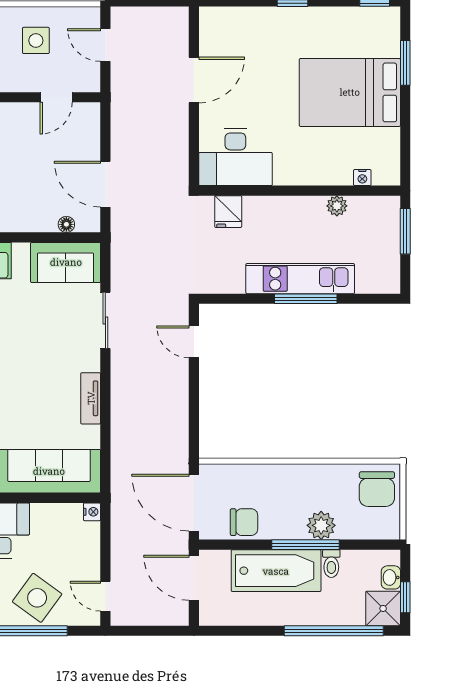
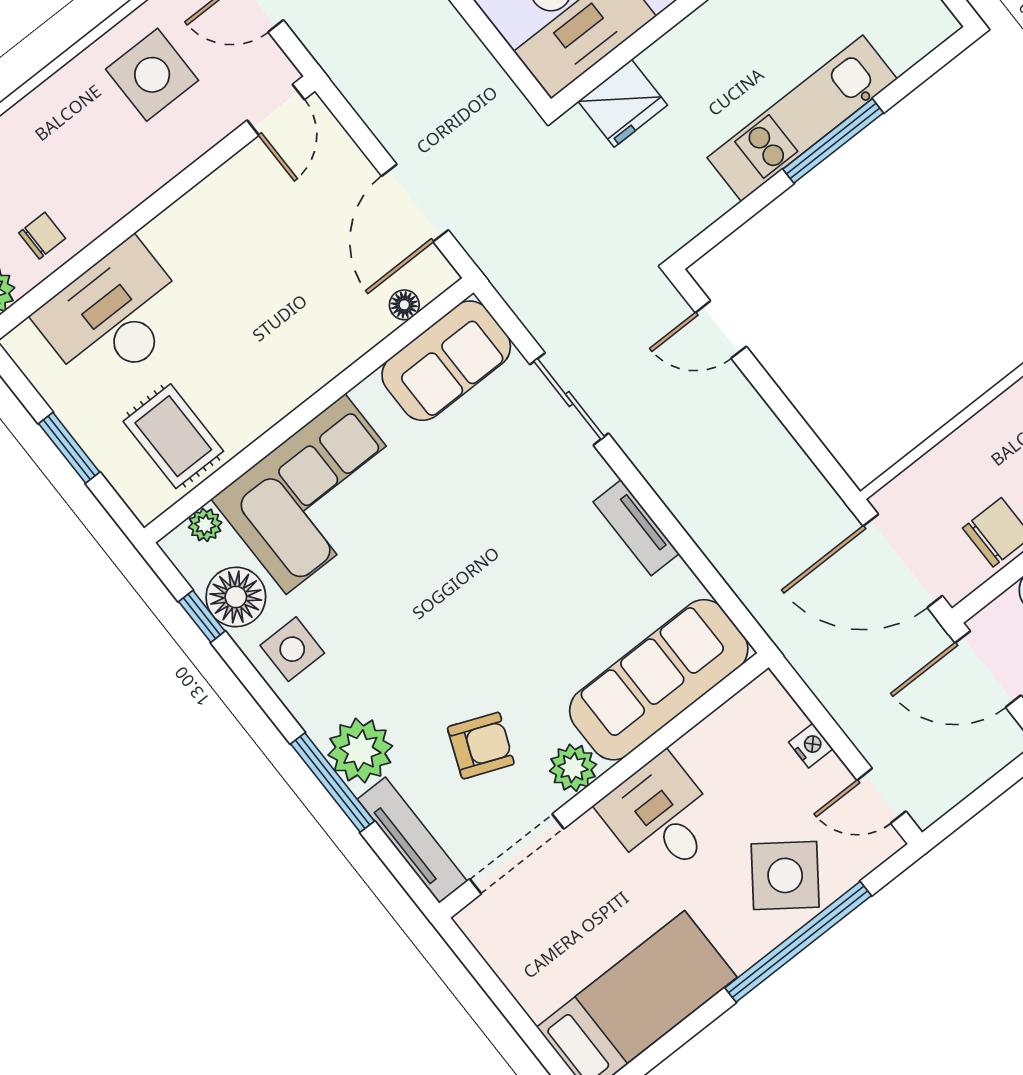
side table: (36, 40) -> (152, 75), width x1.37, depth x1.37
door: (56, 97) -> (276, 110), moved
door: (105, 184) -> (415, 203), hinge flipped
fridge: (228, 212) -> (623, 103), width x1.38
nightstand: (92, 512) -> (811, 746), moved

